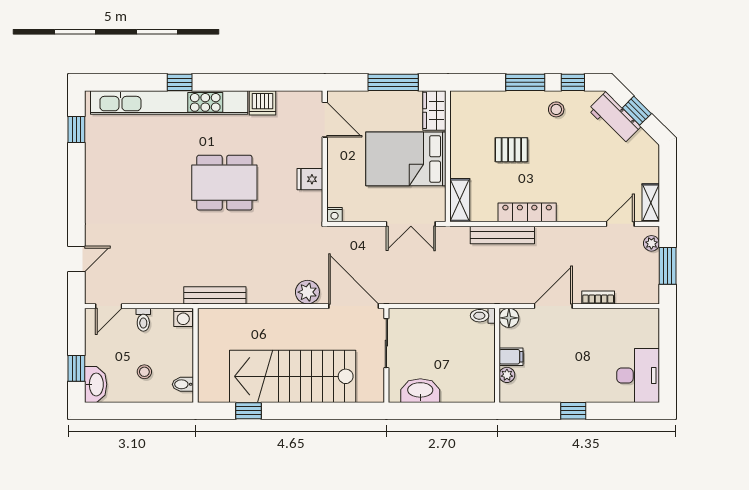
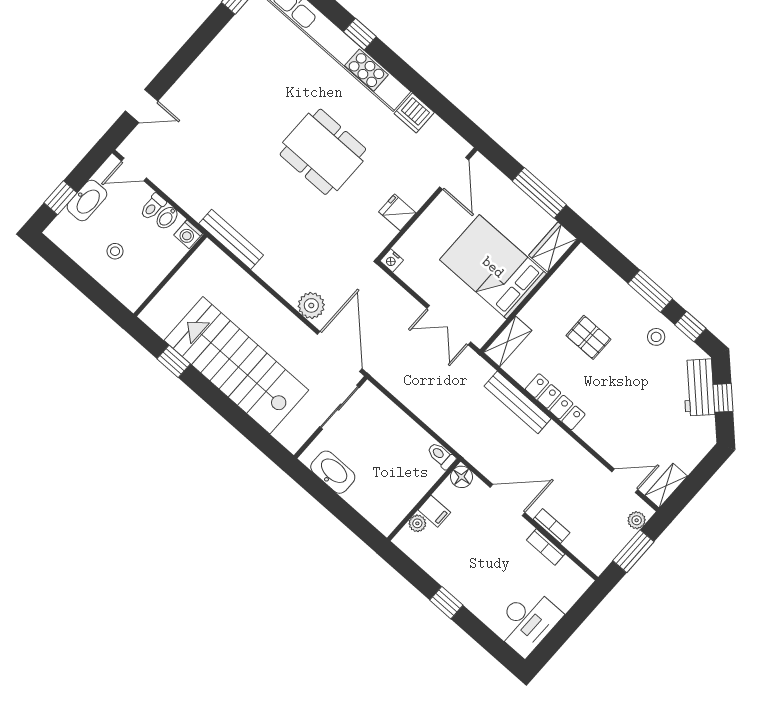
bookcase: (606, 315) -> (546, 547), added
washbasin: (96, 384) -> (87, 200), moved
bidet: (183, 384) -> (167, 218), moved, turned -90

